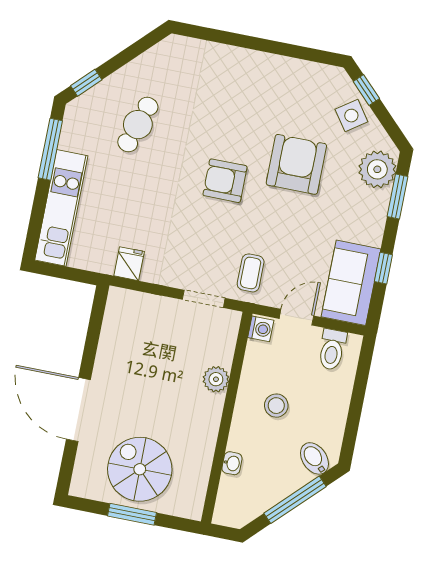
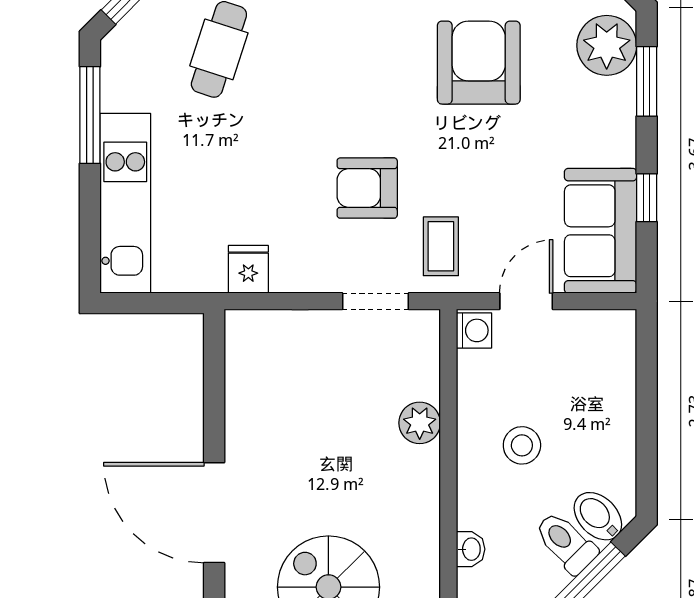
armchair: (225, 181) -> (367, 188), moved
toilet: (332, 350) -> (566, 543), moved, turned 135

